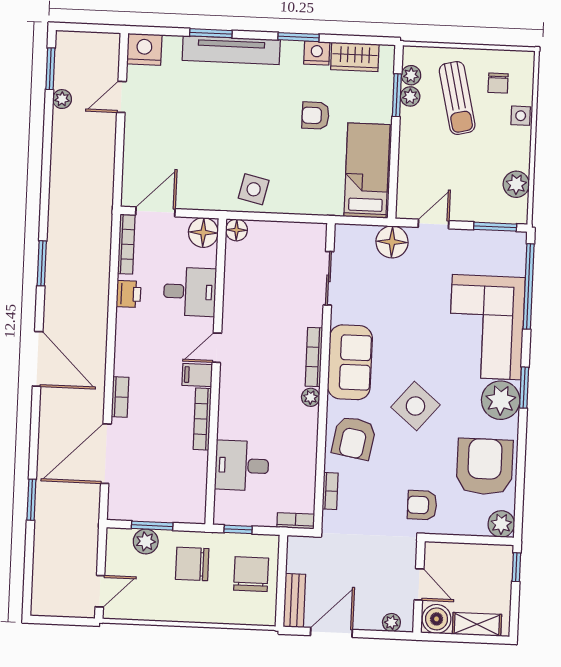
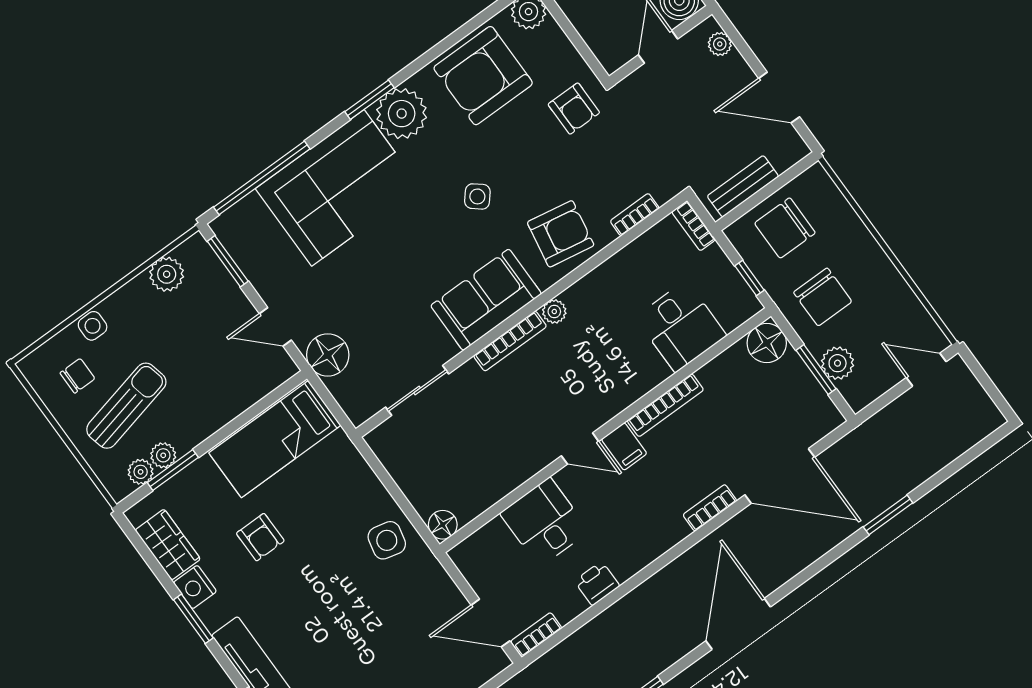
floor lamp: (203, 232) -> (767, 343), moved
bookcase: (126, 244) -> (536, 635), width x0.64
side table: (415, 406) -> (477, 196), width x0.54, depth x0.54
bench: (294, 601) -> (743, 186), moved

